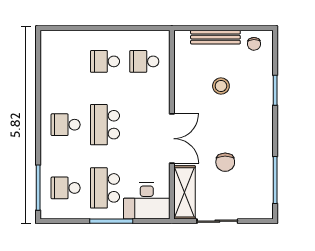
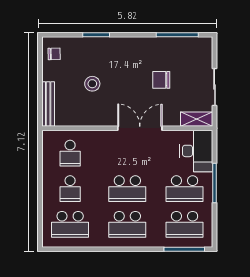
bench: (215, 37) -> (48, 104), moved
school desk: (66, 61) -> (70, 224), added
school desk: (66, 125) -> (127, 224), width x1.85
chair: (225, 162) -> (161, 80), turned 180
school desk: (66, 188) -> (185, 224), width x1.85
shelving: (185, 192) -> (197, 119), width x0.67, depth x0.75

